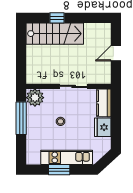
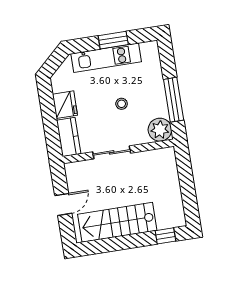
window: (57, 18) -> (165, 236), moved
stairs: (55, 34) -> (117, 222), moved

